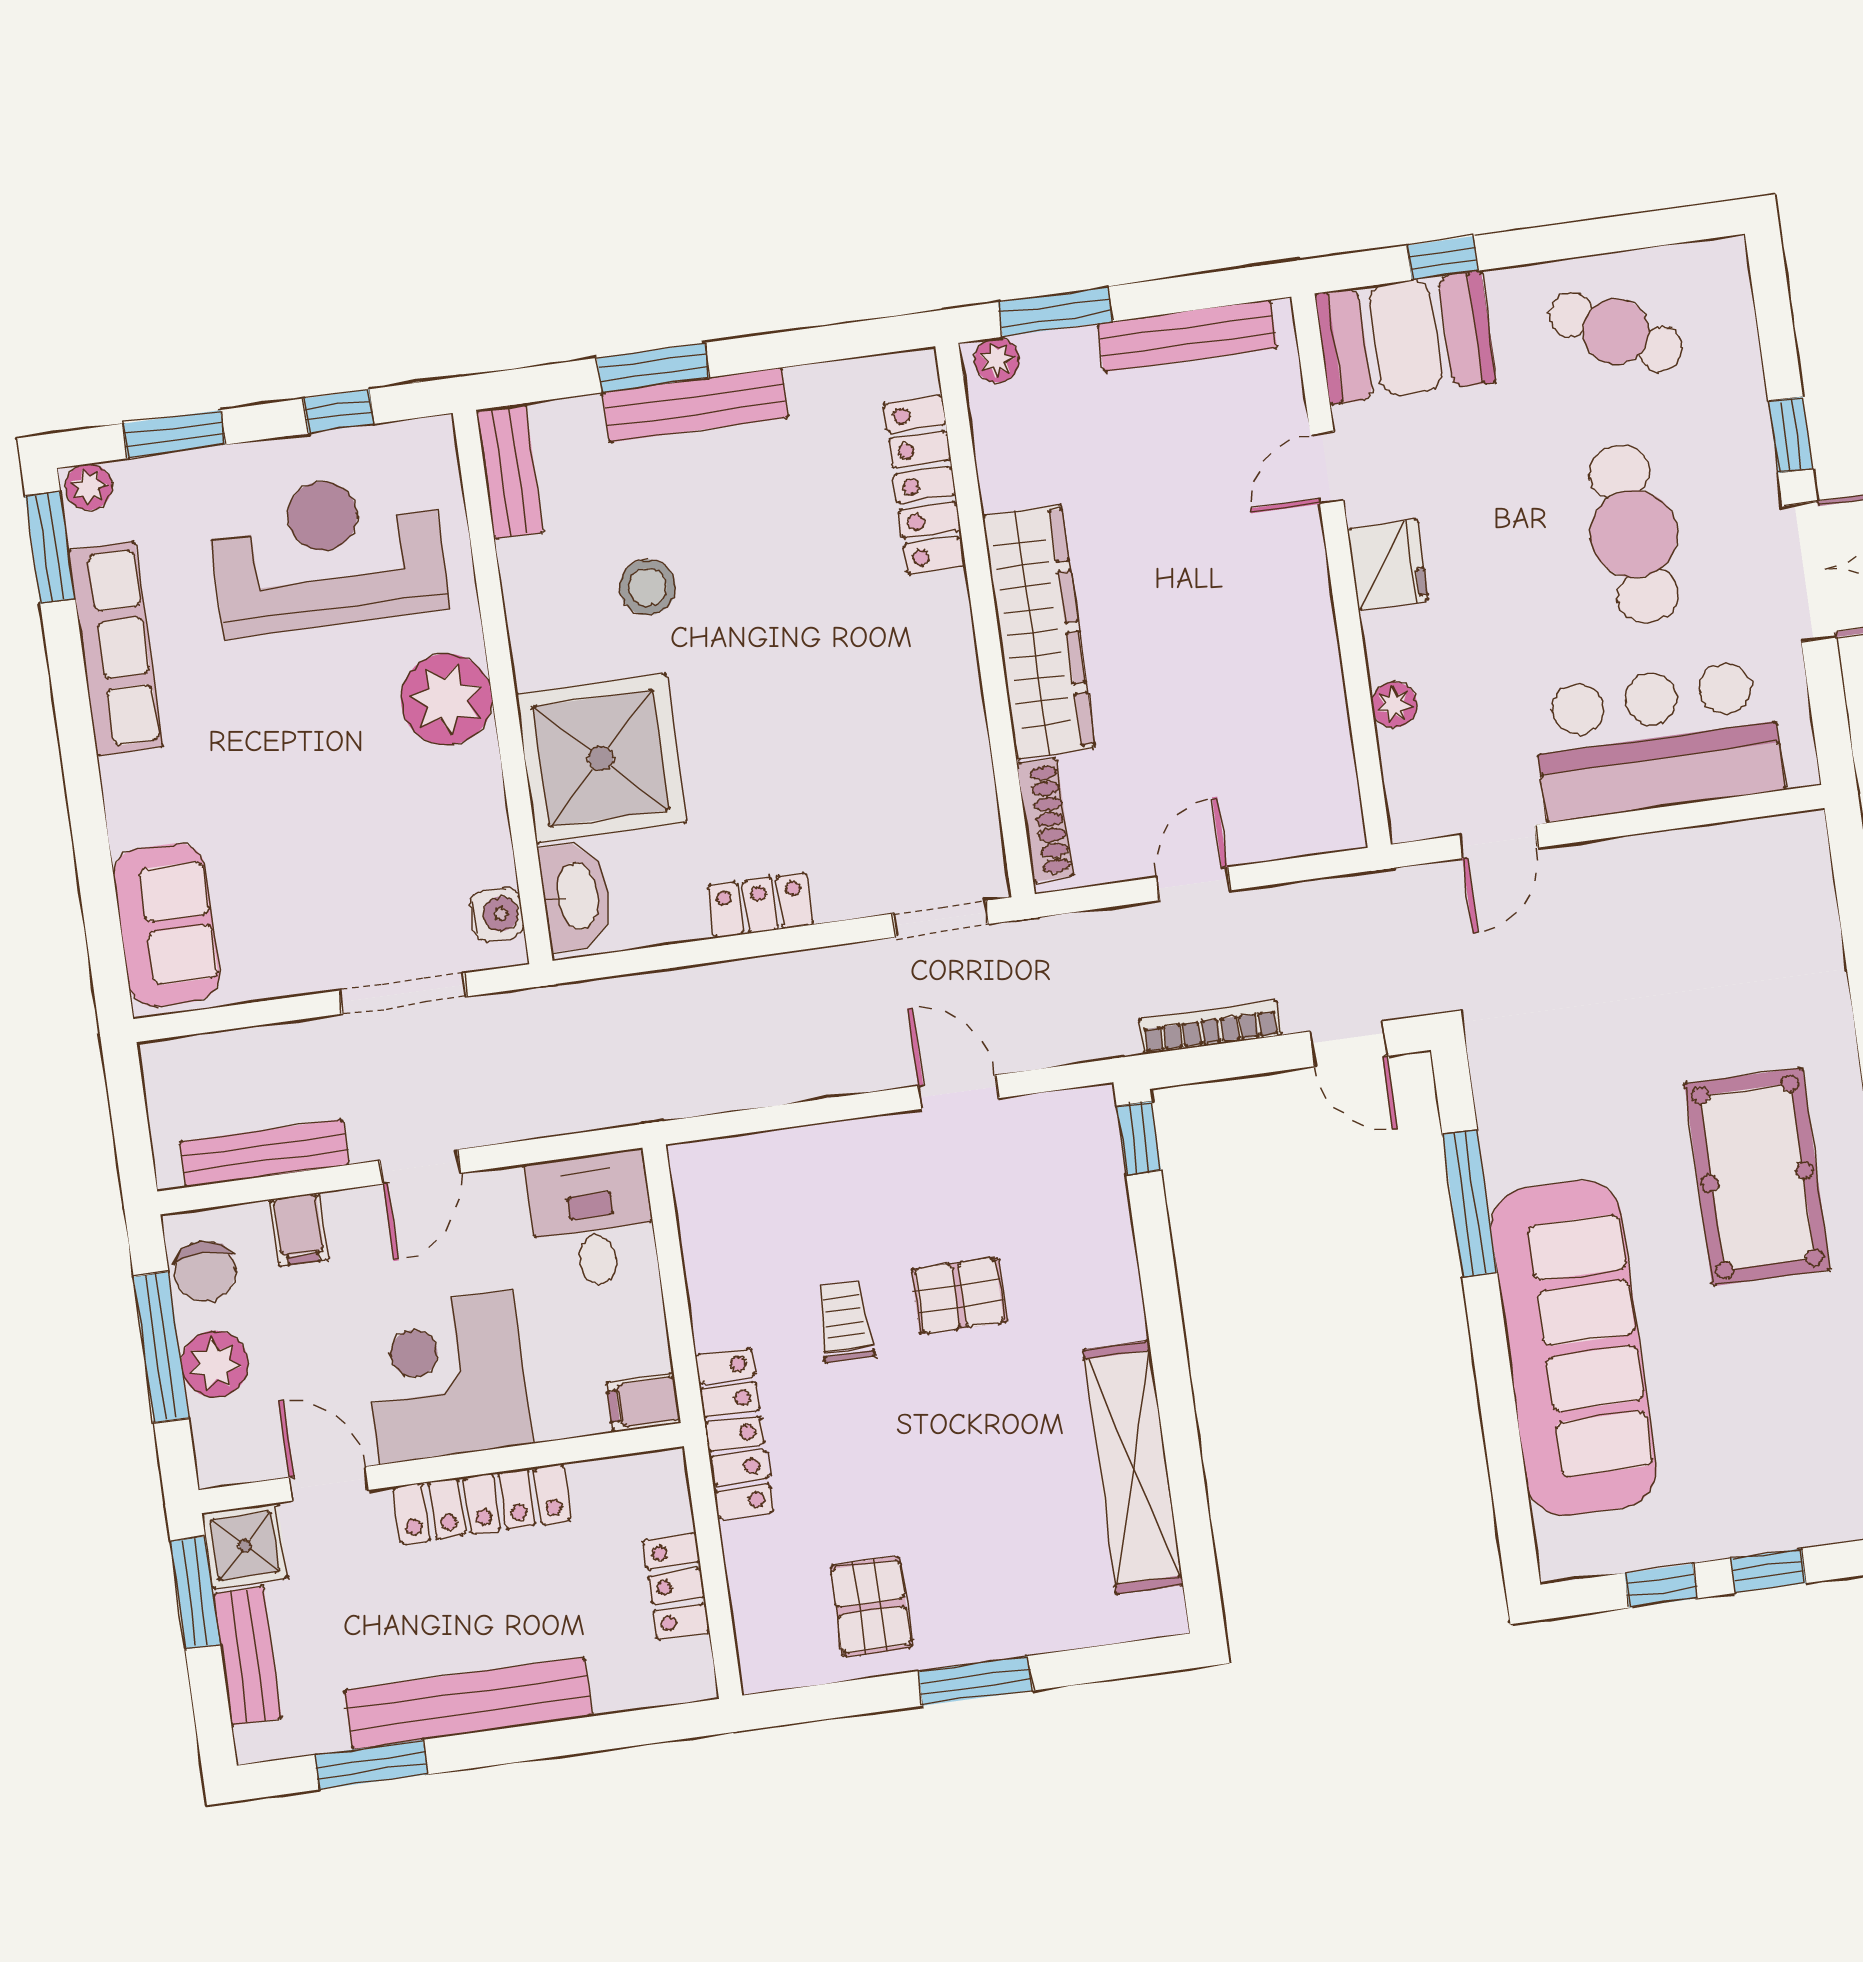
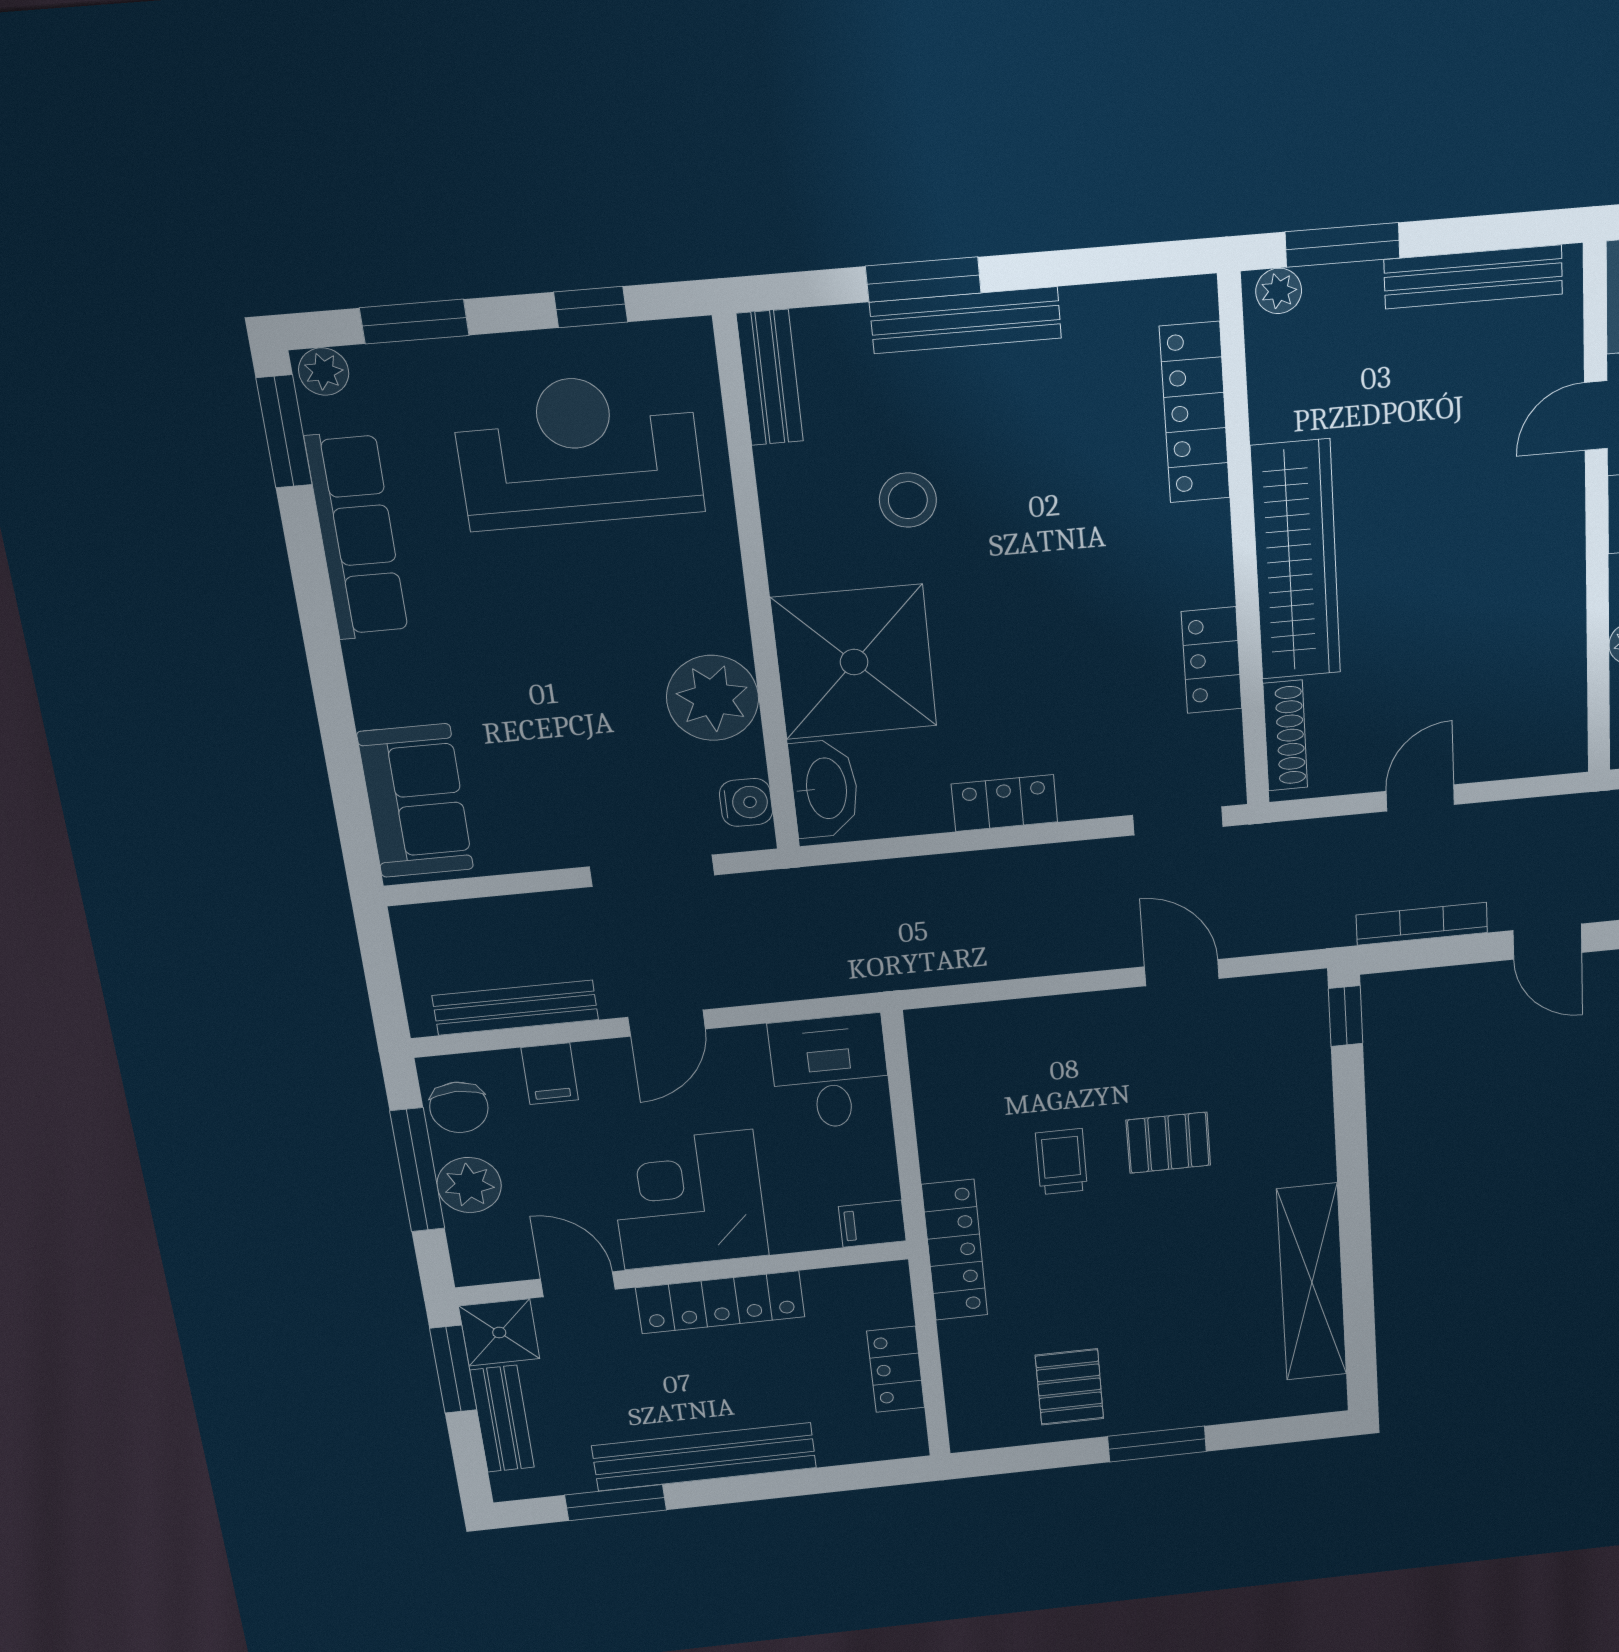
plant: (447, 699) -> (713, 698), moved
locker: (962, 741) -> (1212, 660), added

